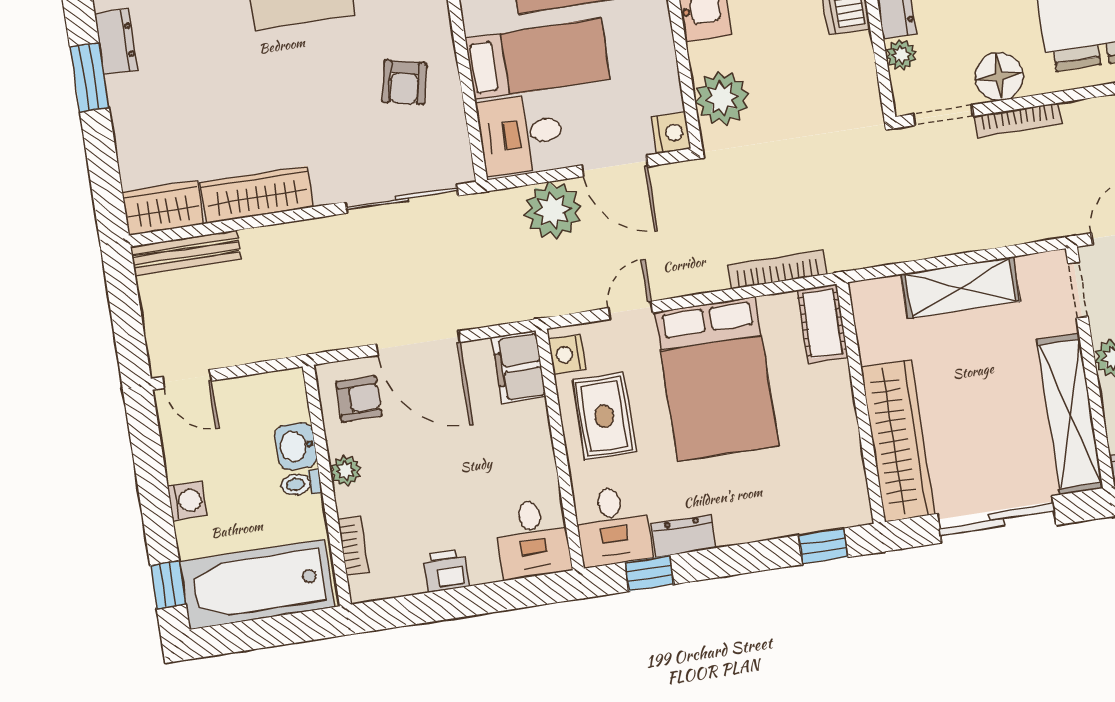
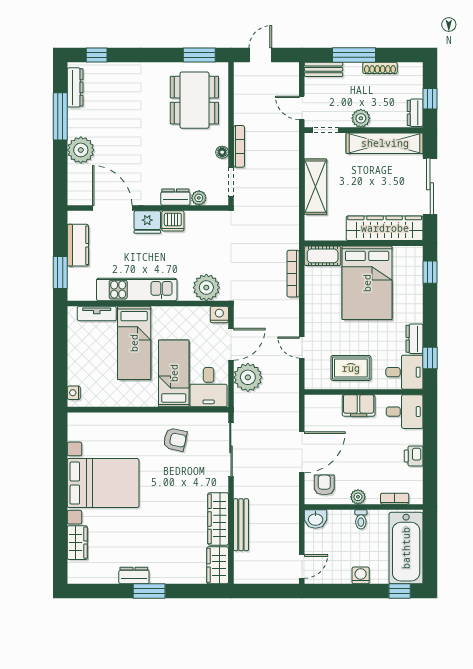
floor lamp: (999, 77) -> (222, 152), width x0.53, depth x0.53
bench: (185, 253) -> (241, 525), moved
nightstand: (567, 354) -> (318, 381), removed
filing cabinet: (519, 367) -> (359, 405), moved
bed: (717, 379) -> (367, 283), moved, turned 90
washbasin: (296, 446) -> (316, 519), moved

